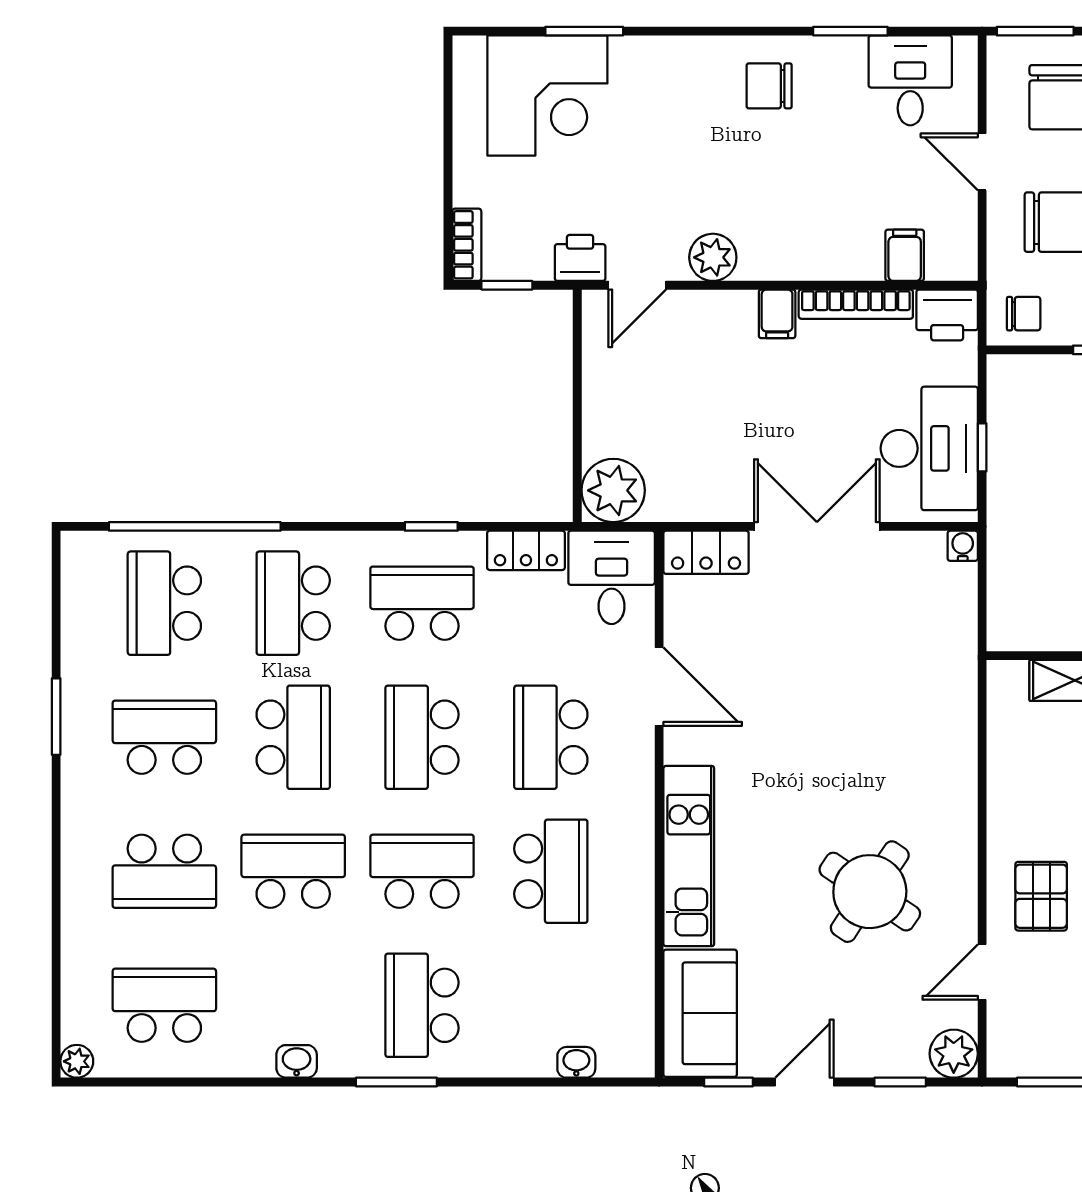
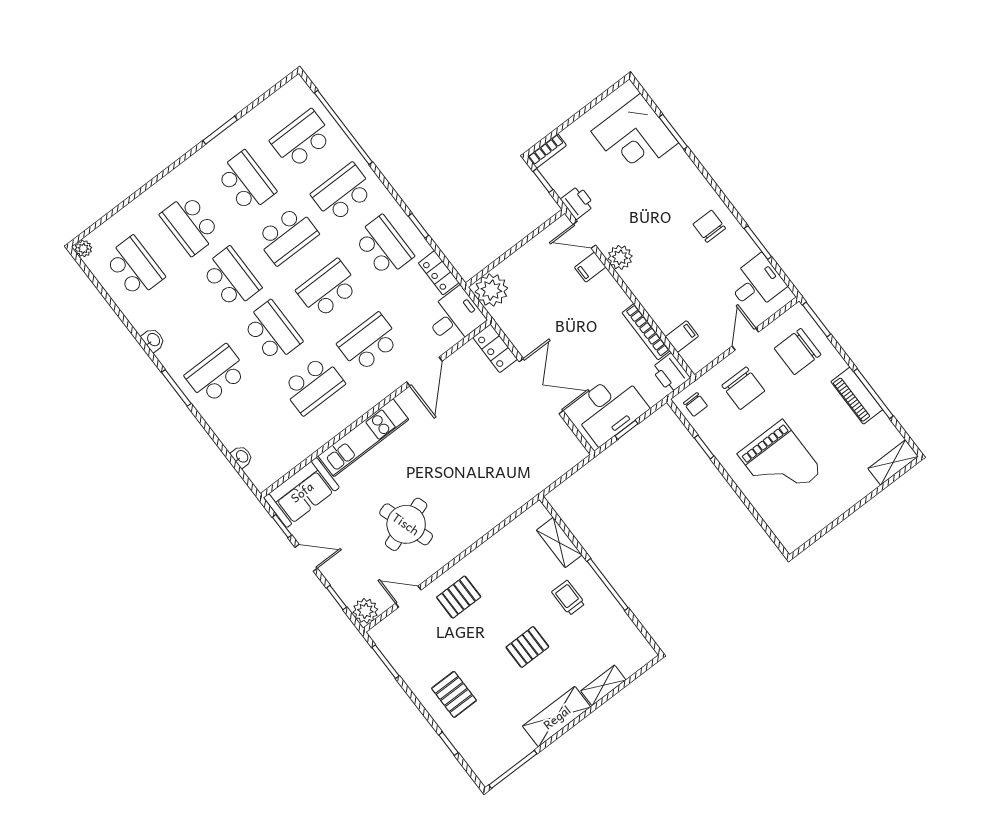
filing cabinet: (777, 314) -> (590, 267), moved
water cooler: (963, 546) -> (580, 453), removed
round table: (870, 892) -> (406, 524), turned 38

